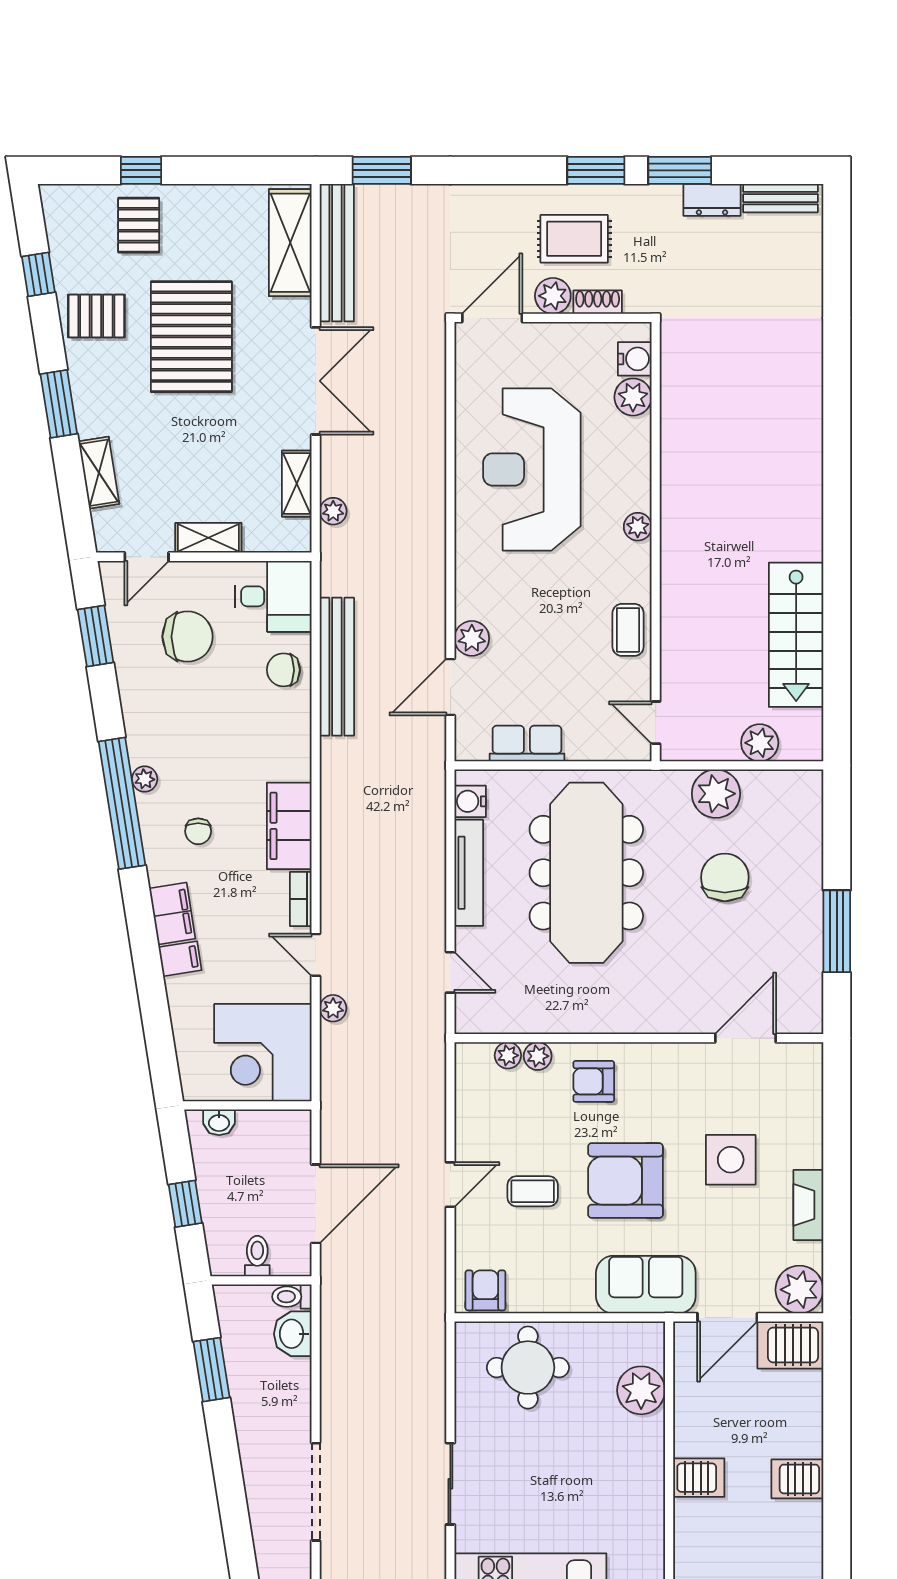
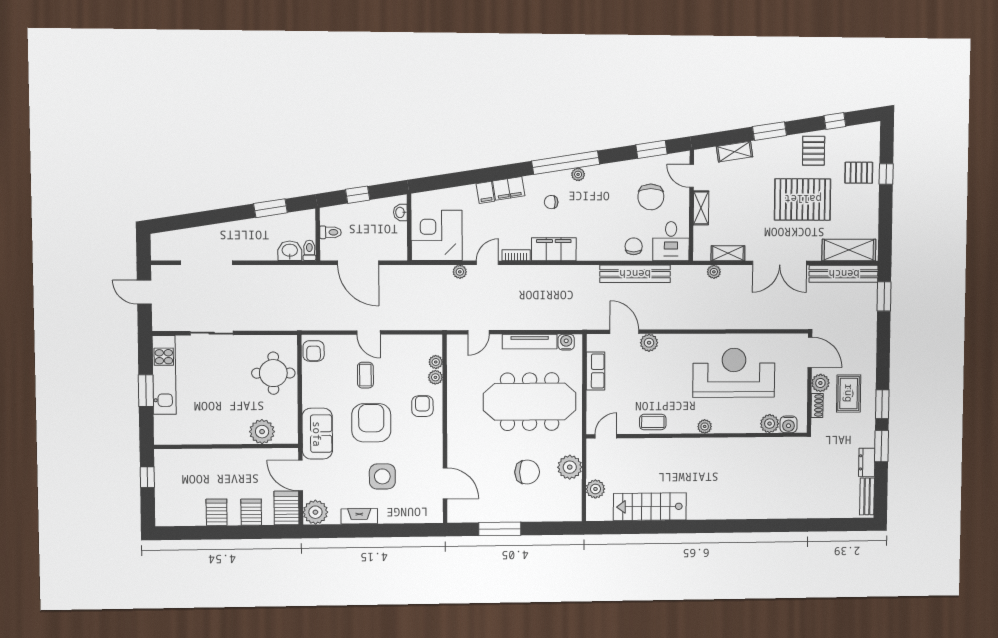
armchair: (485, 1290) -> (314, 351), turned 90
server rack: (699, 1478) -> (251, 512), moved, turned 180

